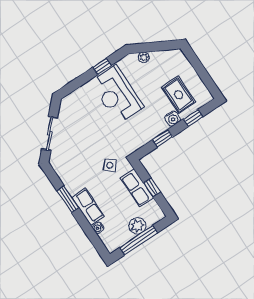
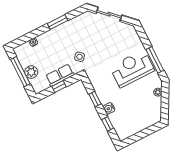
window: (102, 66) -> (155, 60), width x2.17
rug: (179, 95) -> (126, 115), removed
row of seats: (88, 207) -> (50, 36), removed

